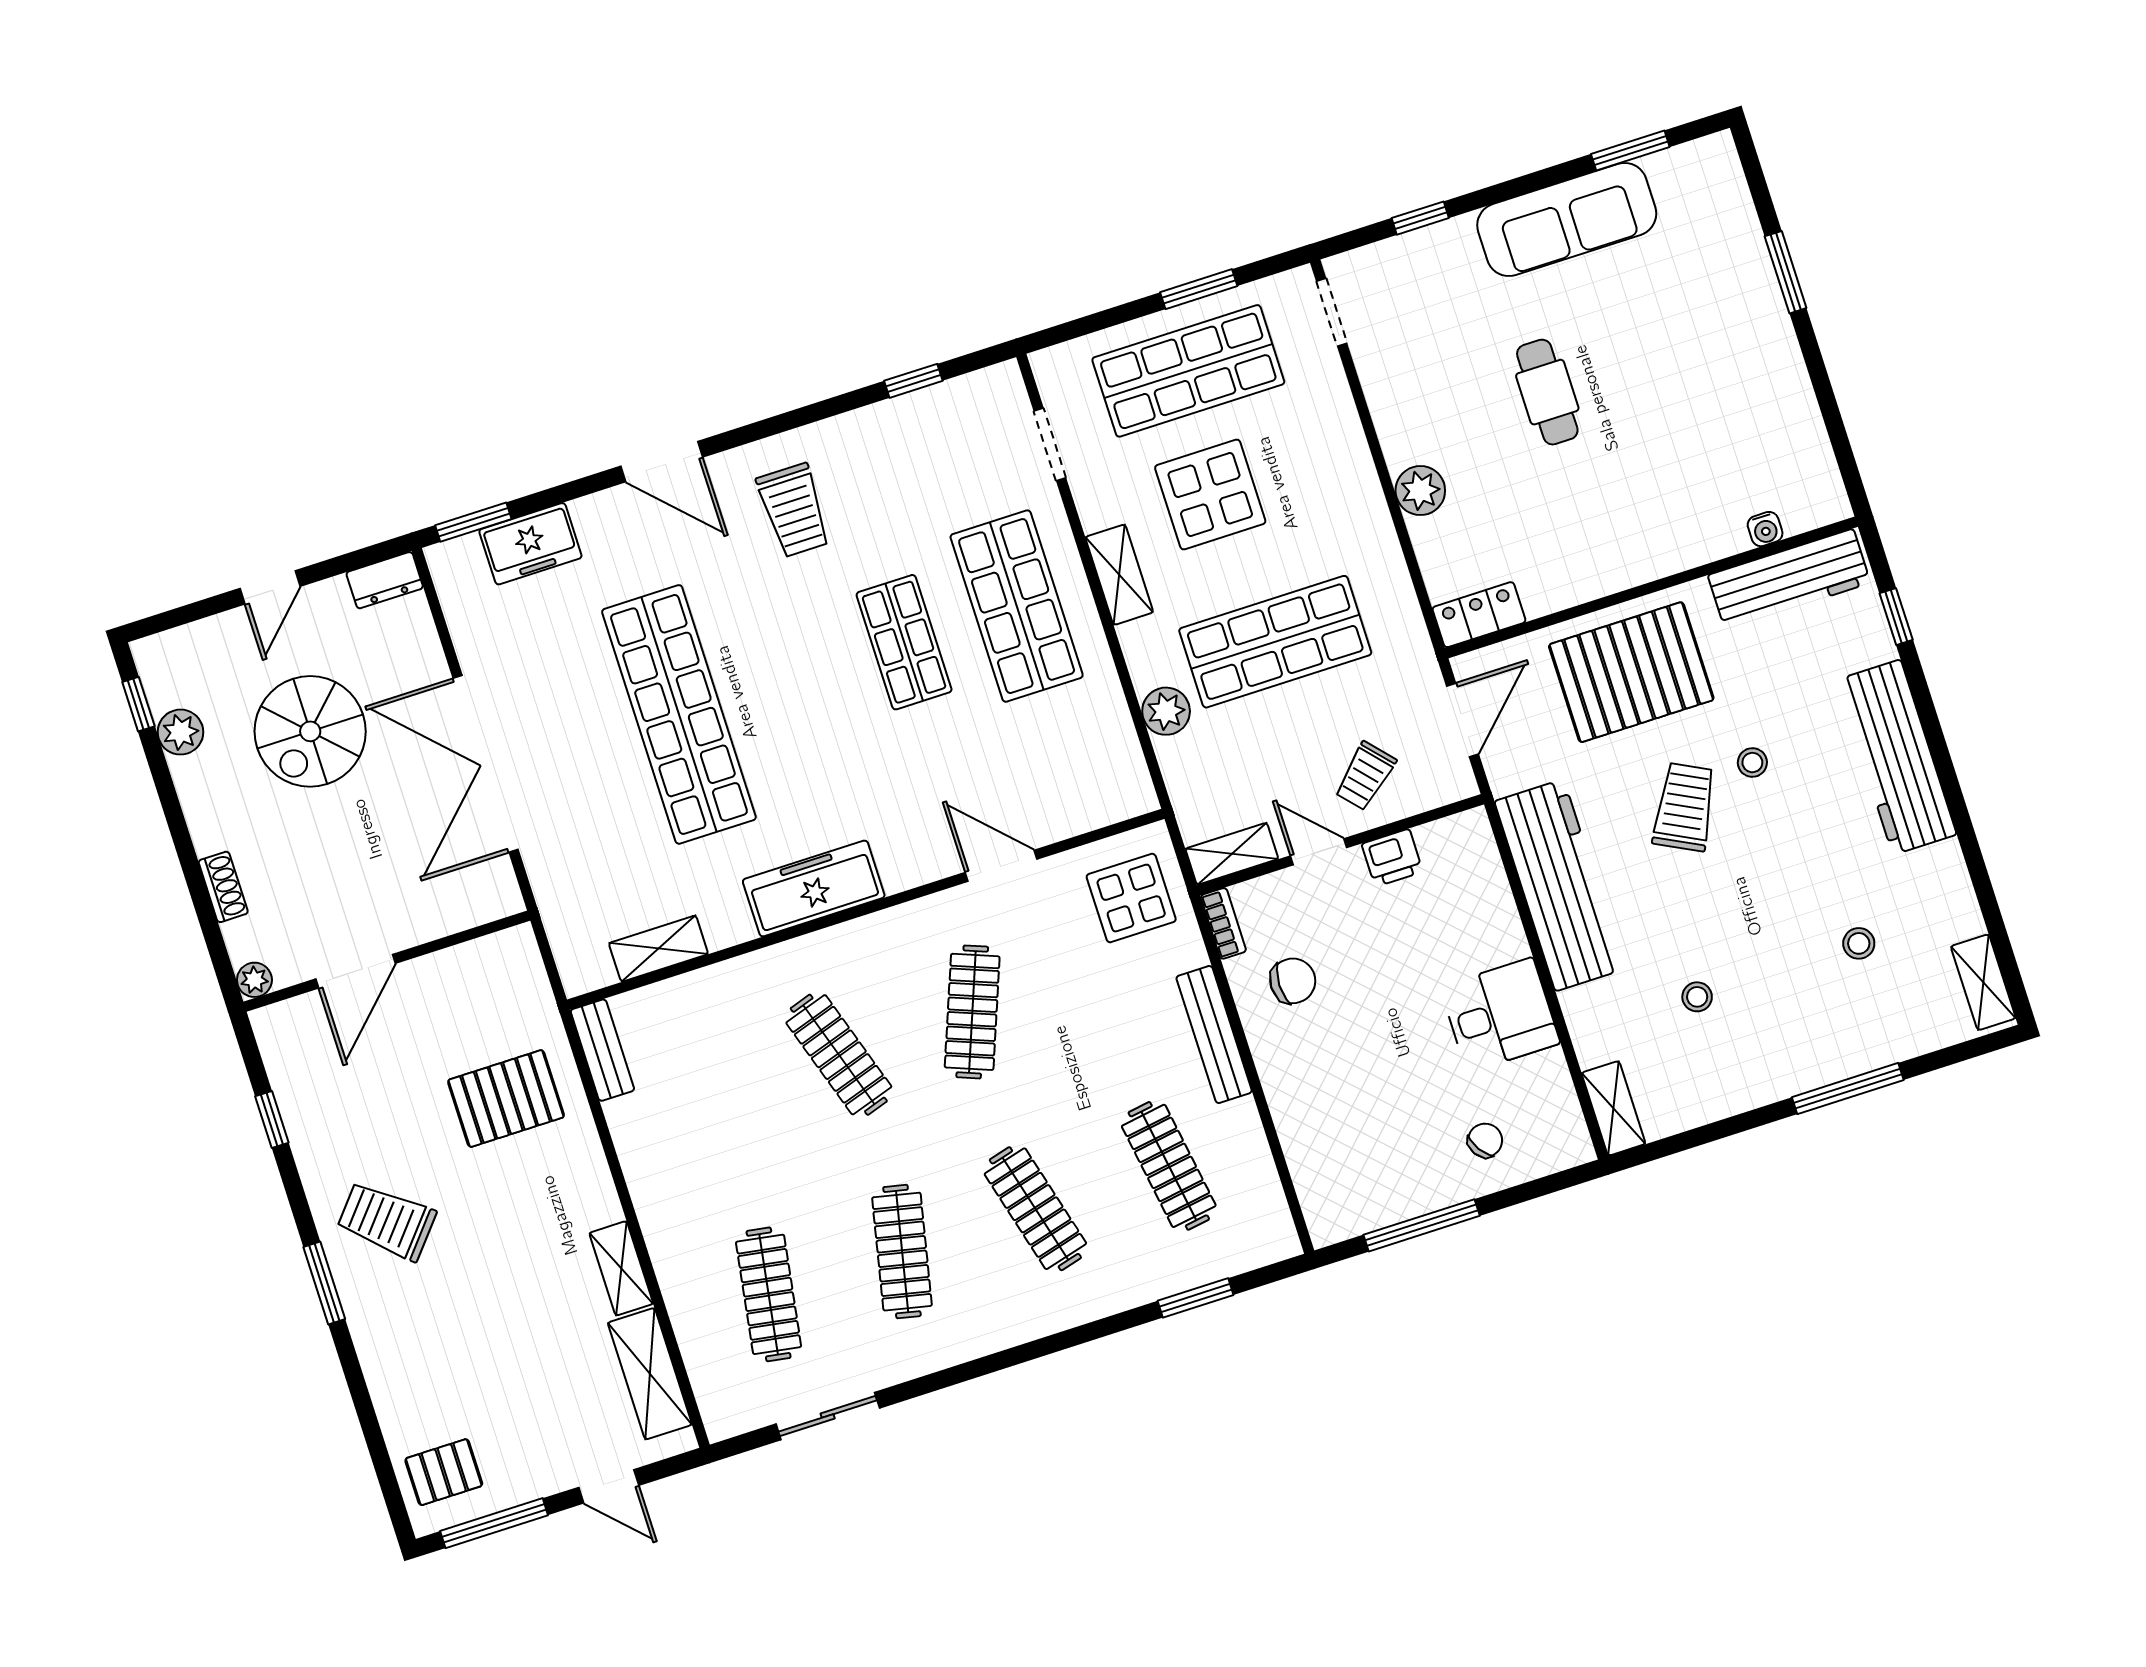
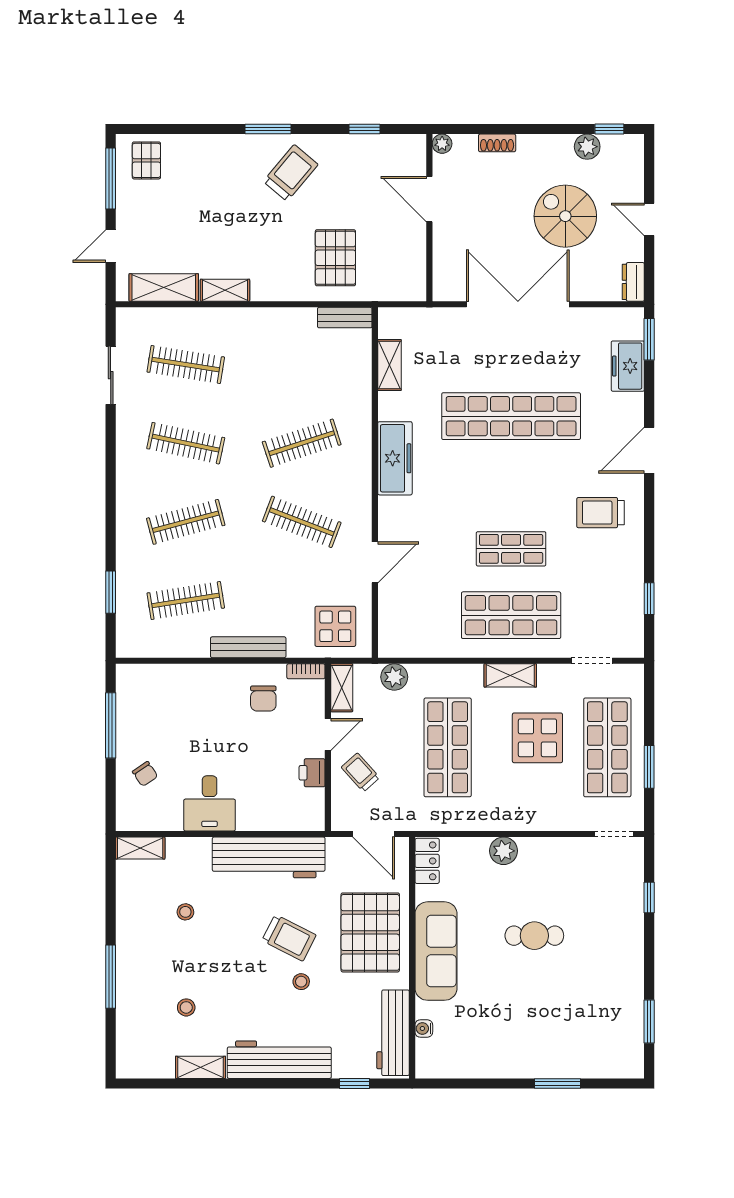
sofa: (1567, 220) -> (436, 951), moved, turned 180
plant: (1166, 711) -> (394, 677), moved
shelving: (1983, 982) -> (200, 1067), moved

